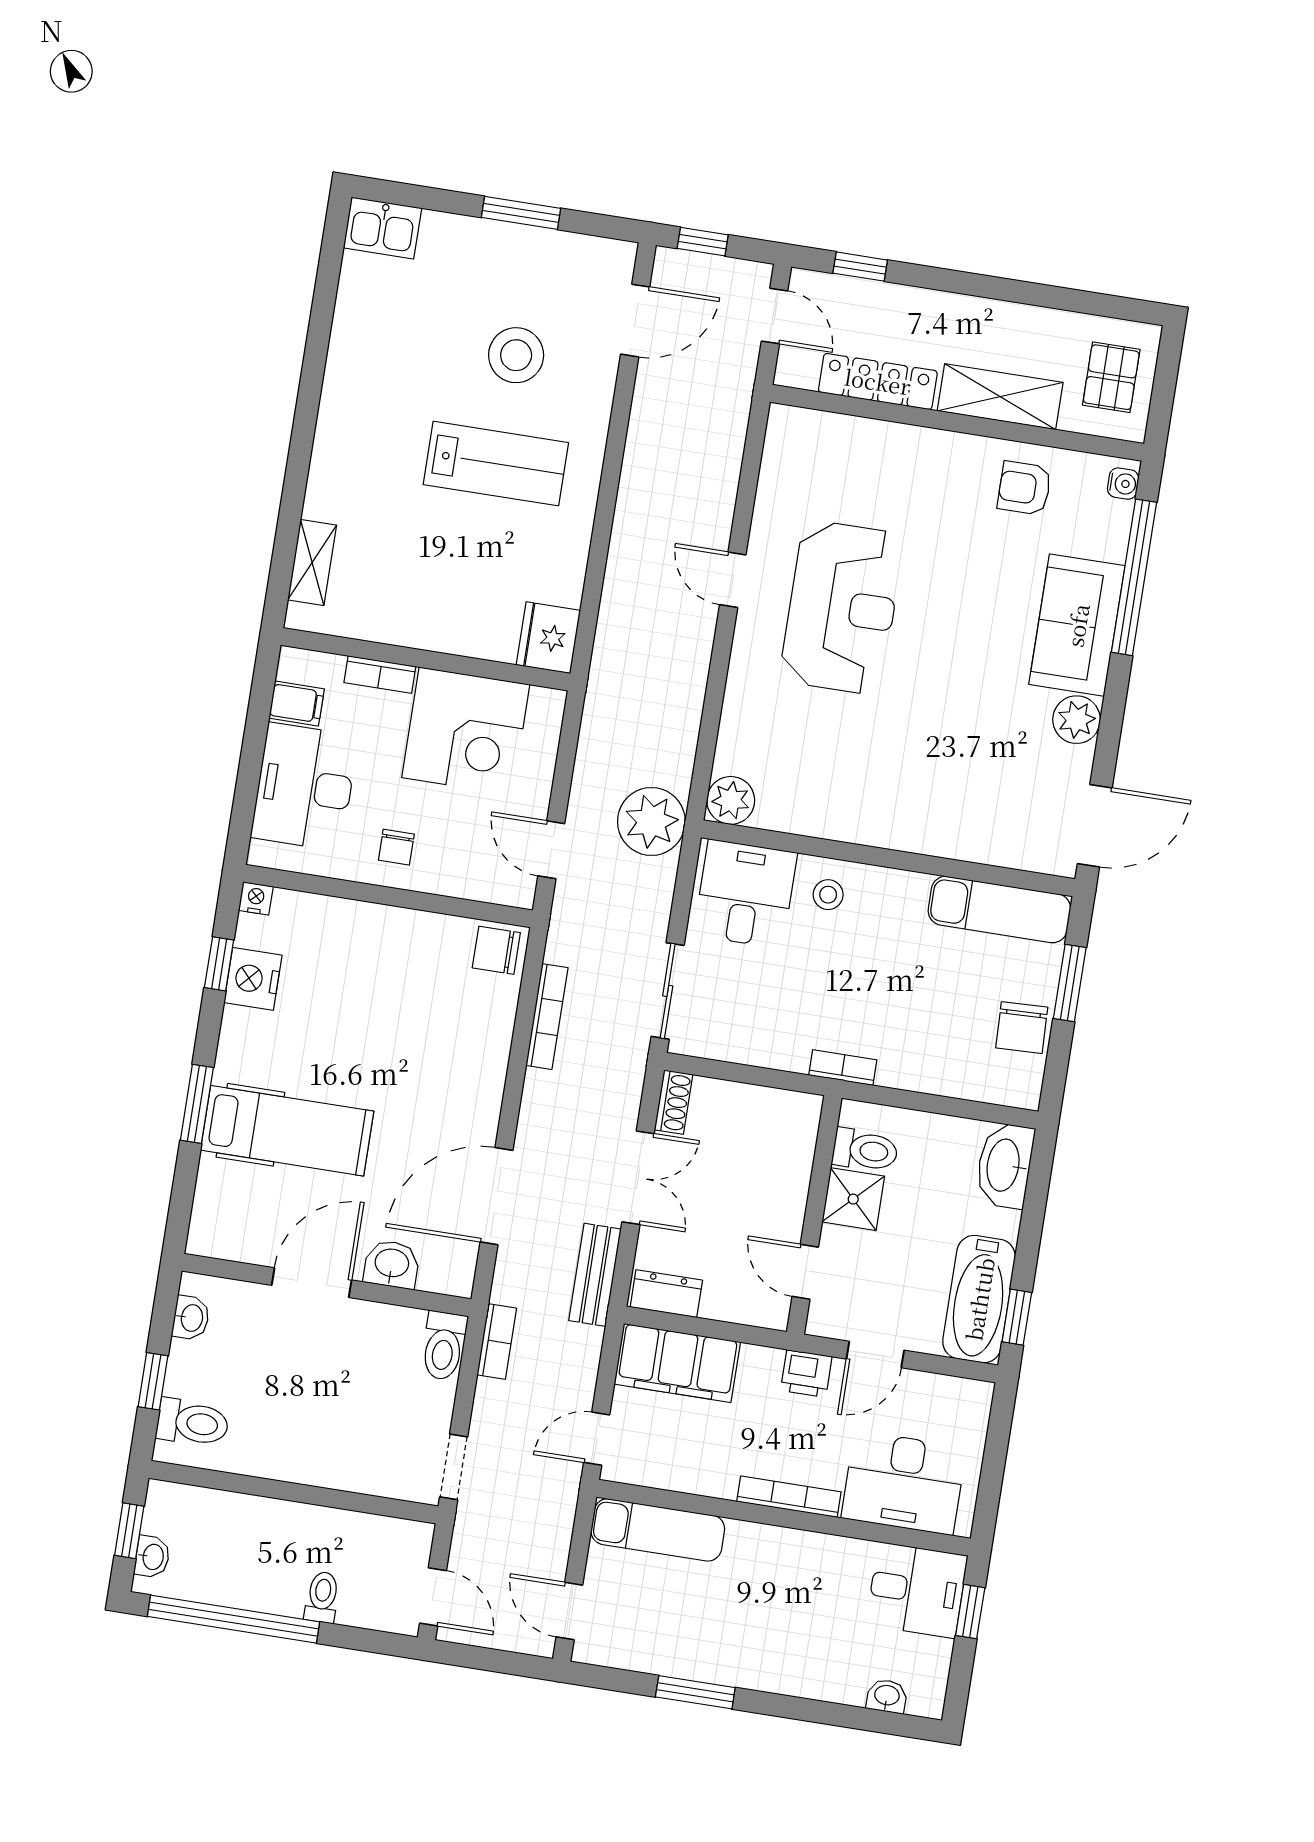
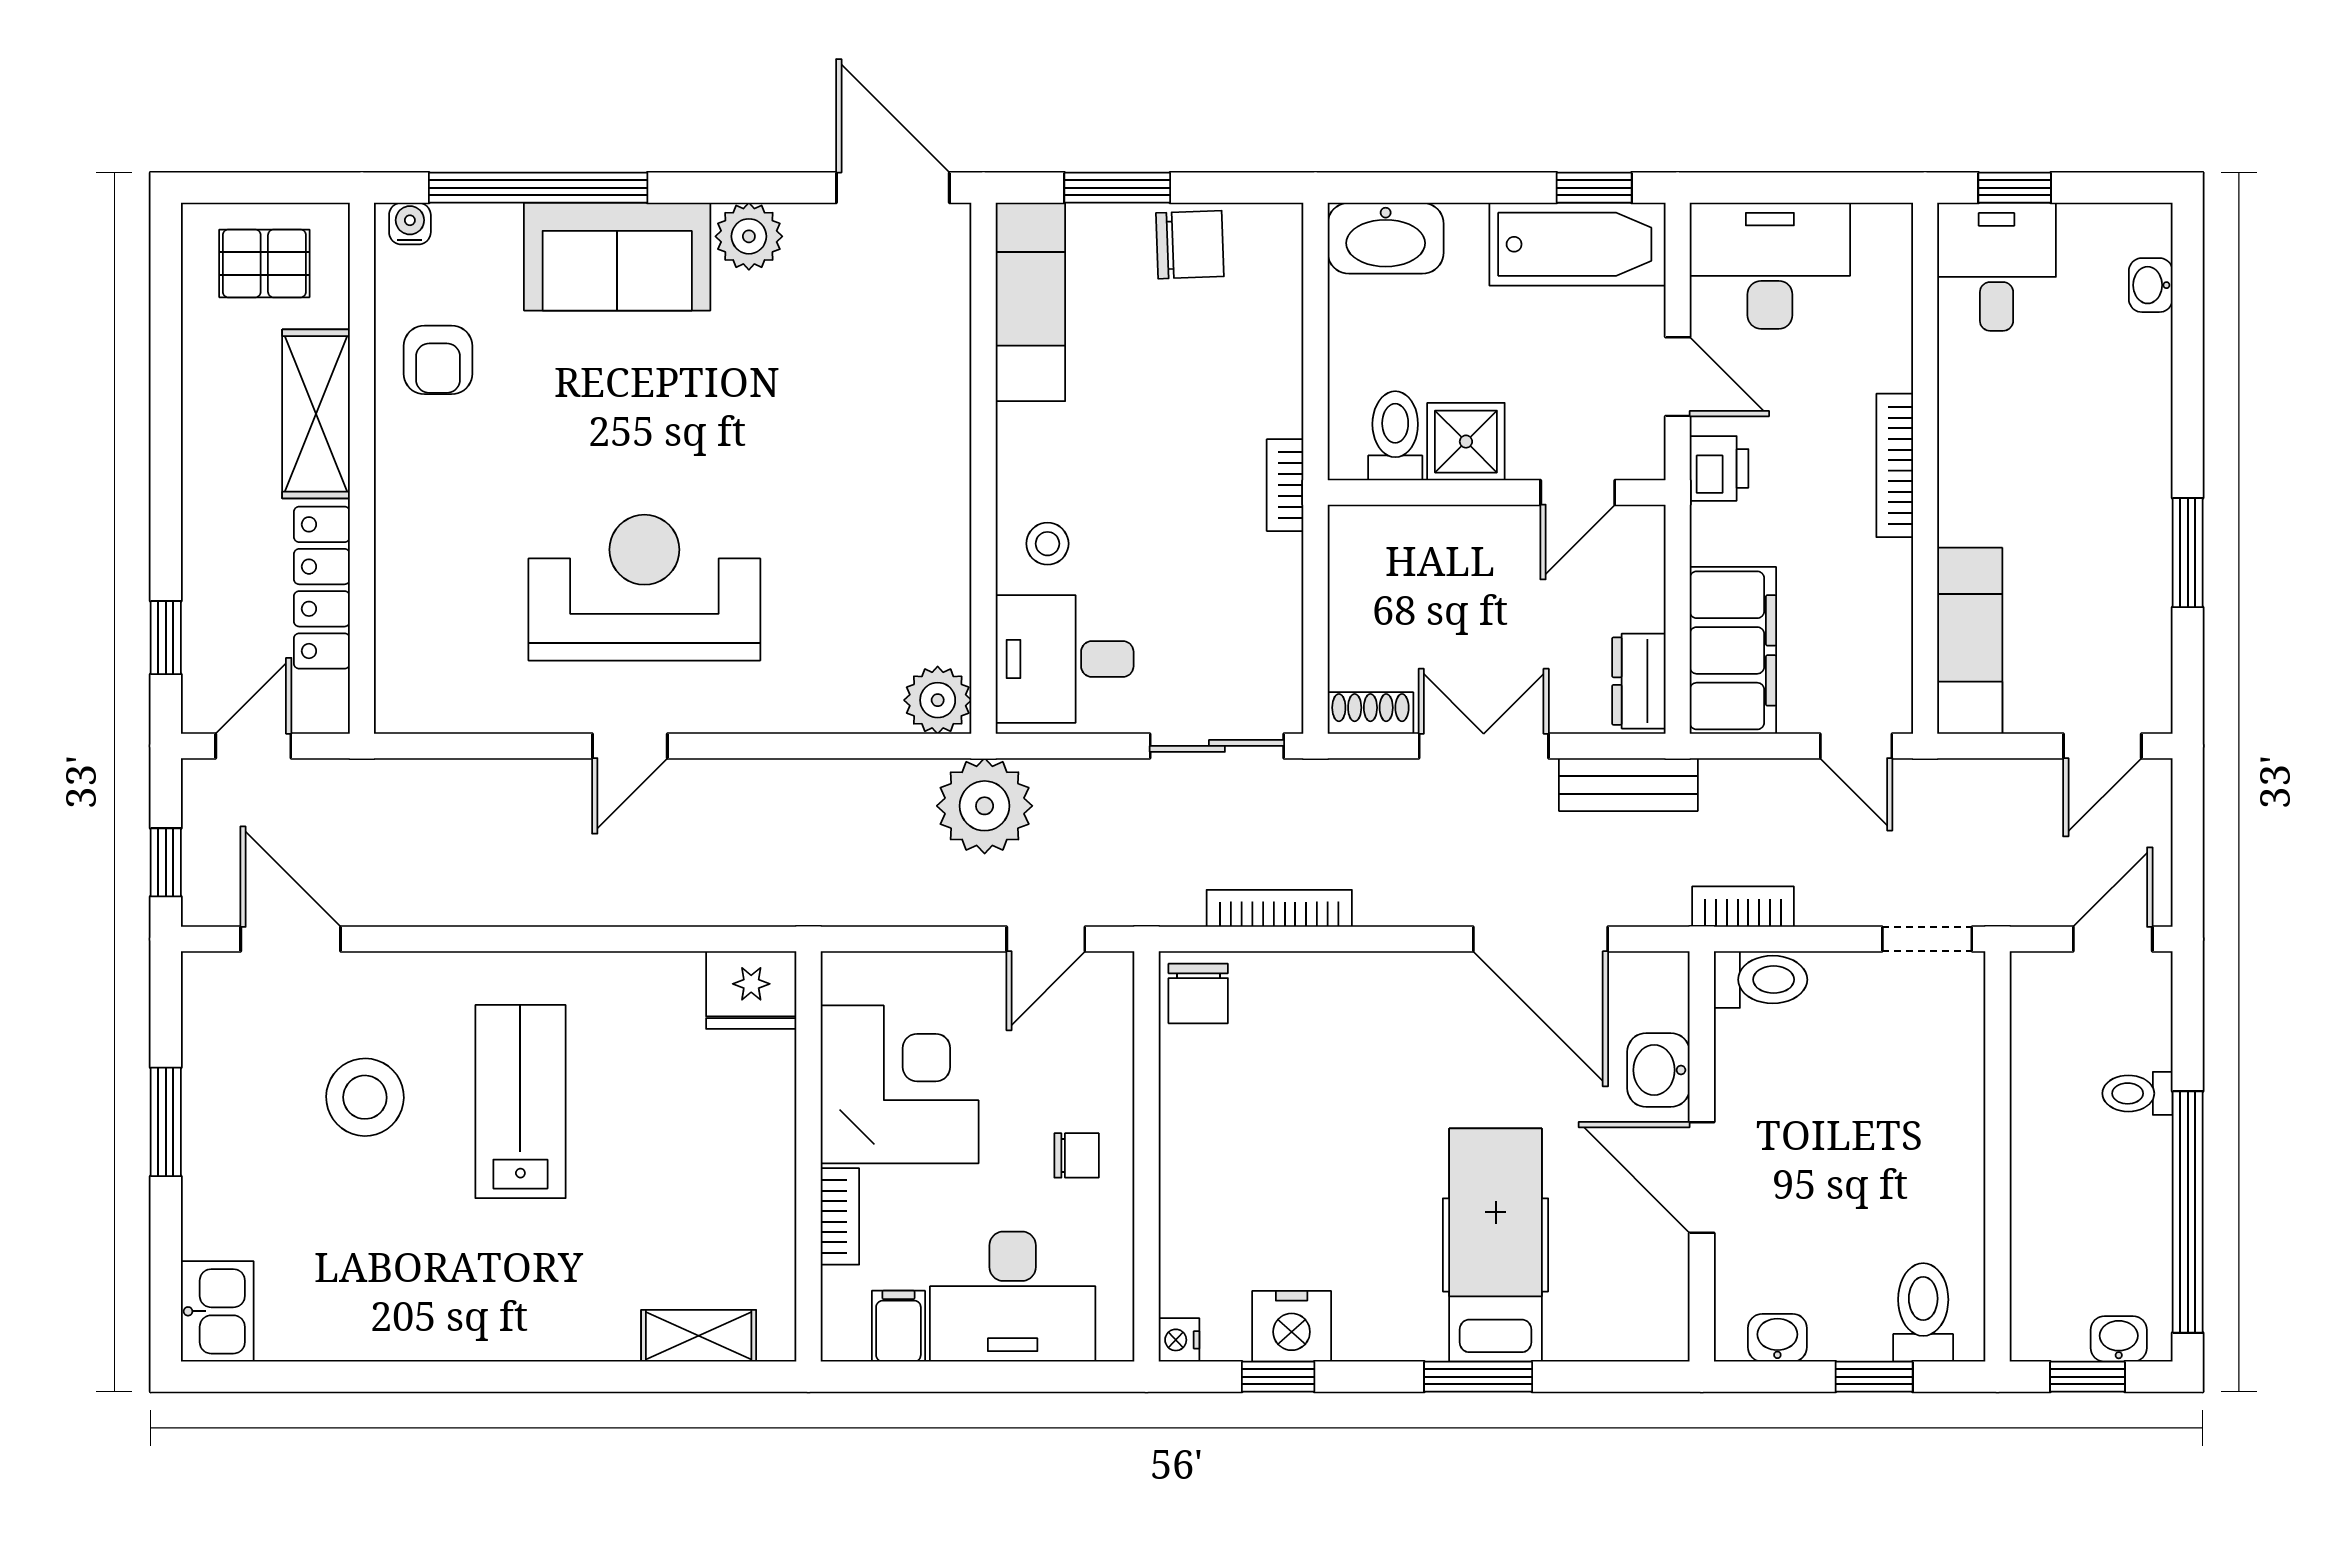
desk: (904, 1483) -> (1770, 266), moved, turned -90

